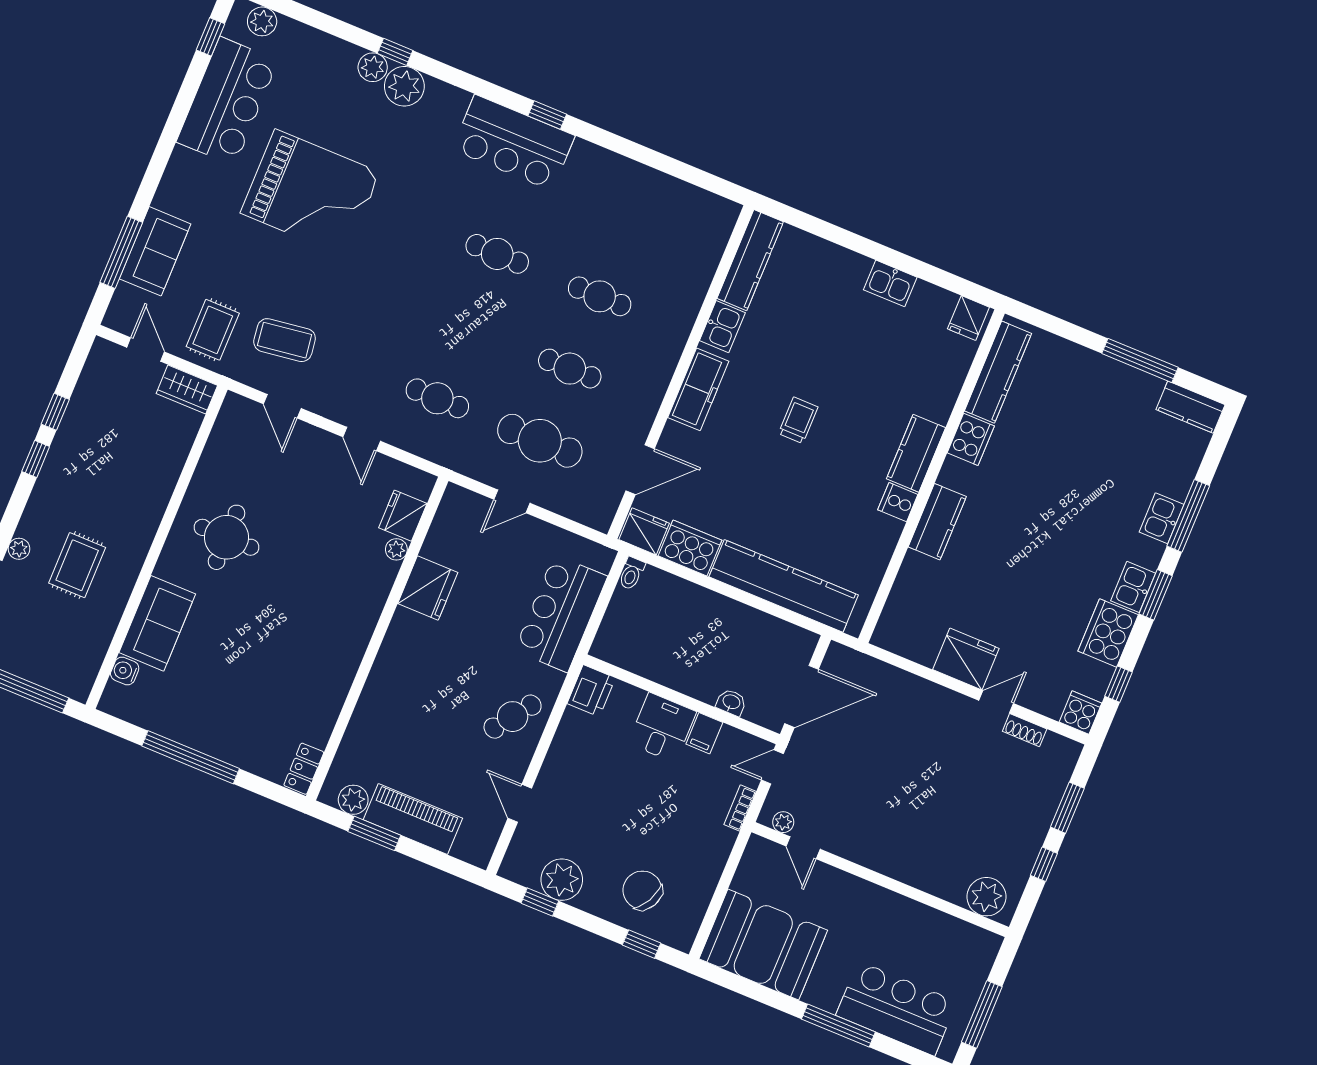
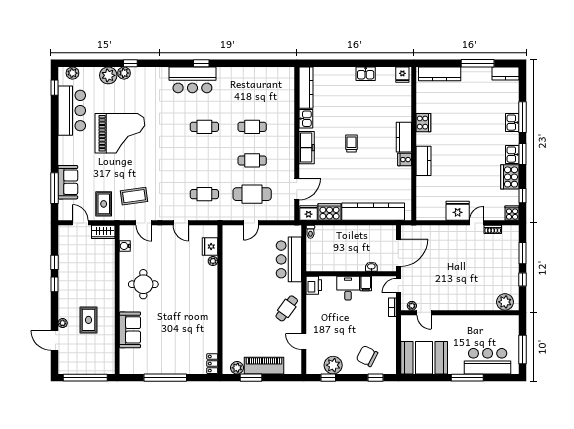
plant: (404, 86) -> (108, 75), moved
kitchen counter: (998, 372) -> (440, 74), moved, turned 90
fridge: (428, 588) -> (232, 271), removed
water cooler: (125, 671) -> (125, 246), moved

